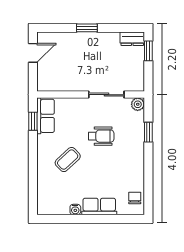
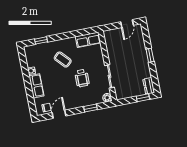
door: (33, 53) -> (127, 24), hinge flipped
window: (33, 121) -> (41, 40), moved
door: (148, 181) -> (59, 114), added

